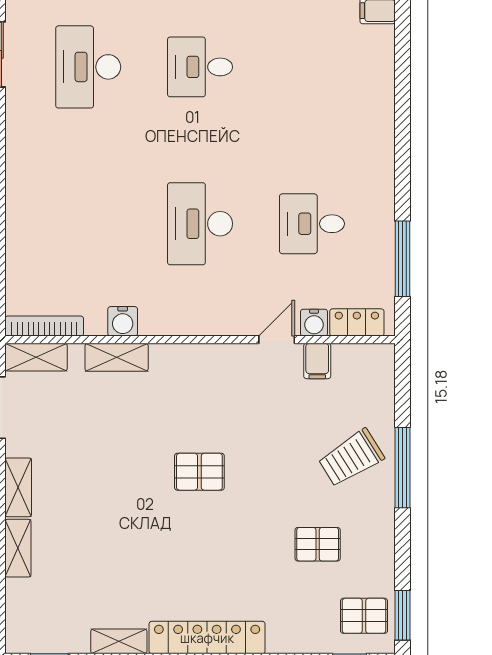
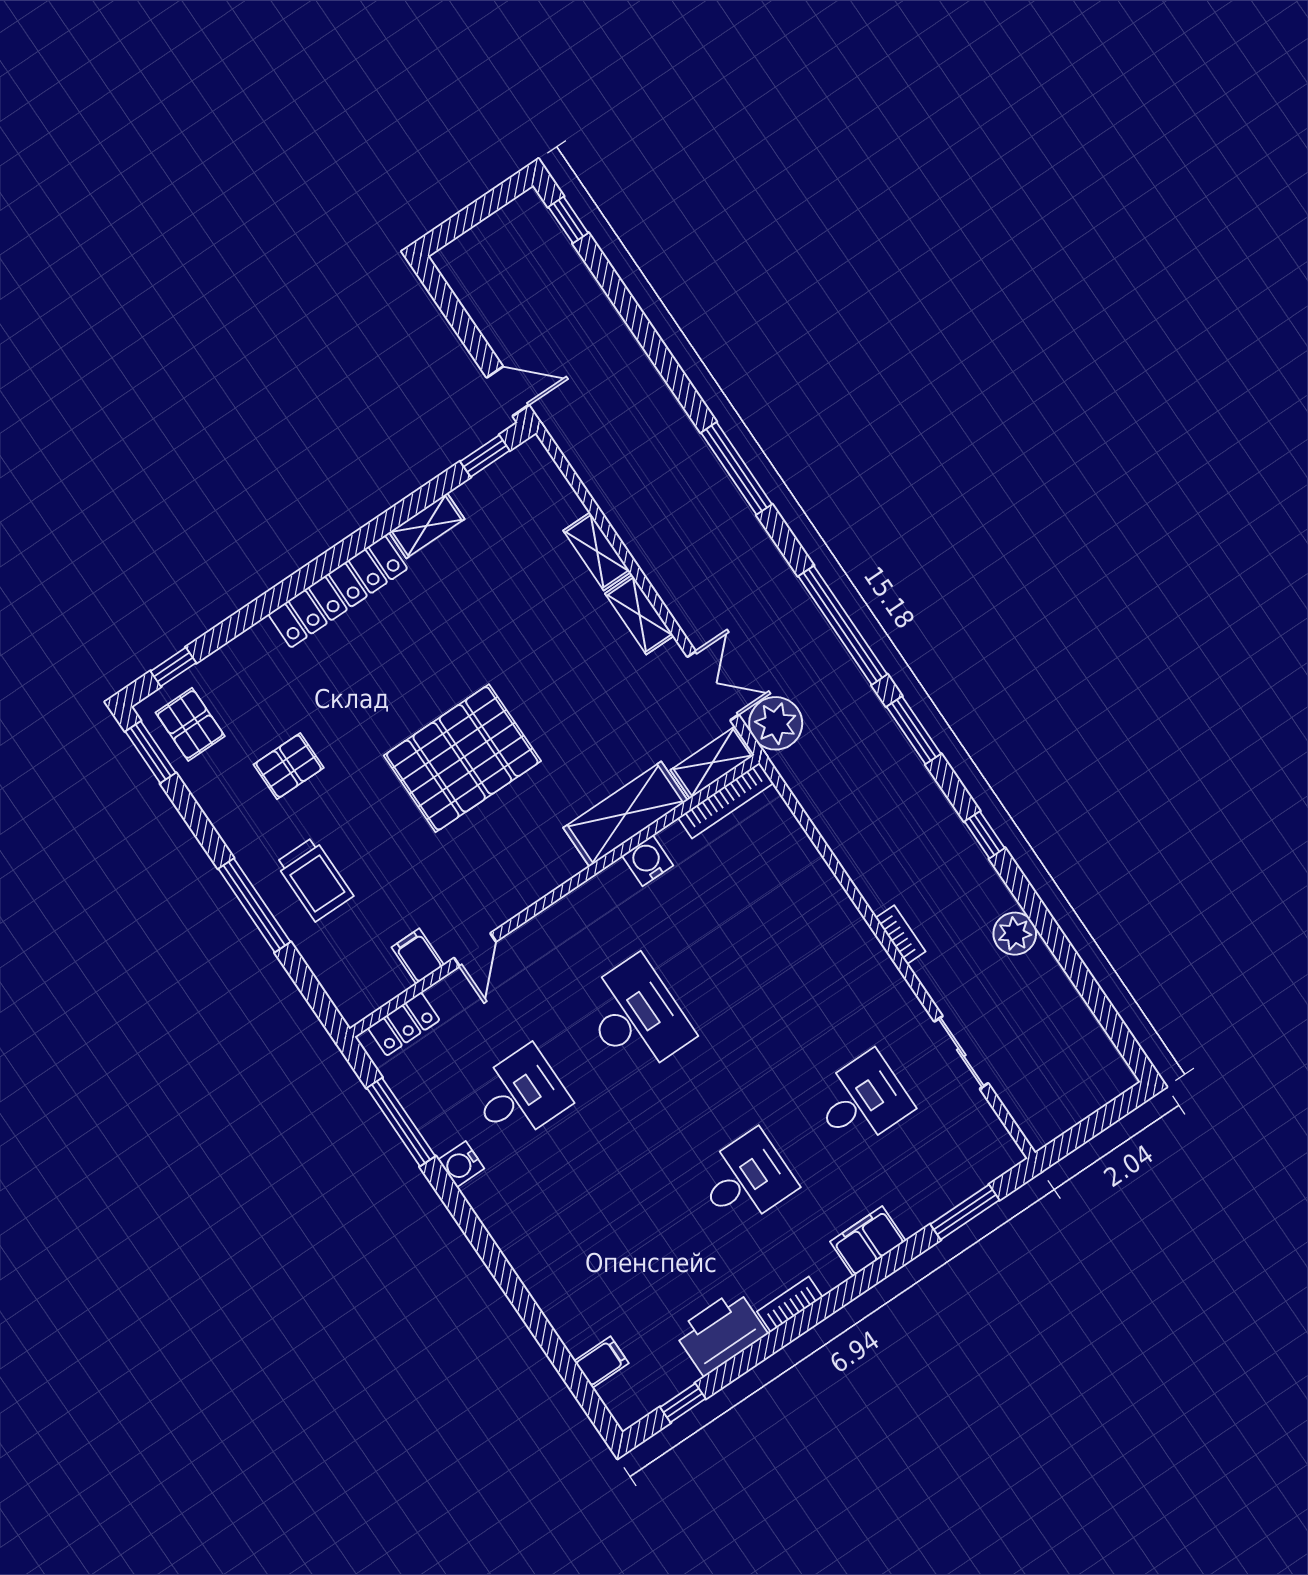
desk: (88, 67) -> (862, 1100), width x0.73
water cooler: (314, 323) -> (461, 1164), moved, turned -90
shelving: (117, 357) -> (625, 814), width x1.50, depth x1.33
trolley: (351, 458) -> (314, 879), turned 122
pallet: (199, 472) -> (462, 758), width x2.05, depth x2.00
pallet: (364, 616) -> (190, 724), turned 90

